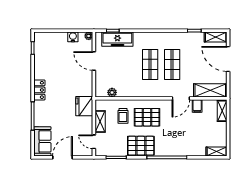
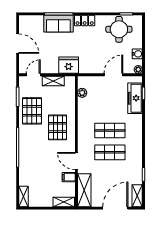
round table: (48, 55) -> (119, 29), added
trolley: (123, 116) -> (59, 104), removed
sofa: (42, 141) -> (58, 24), moved
pallet: (141, 146) -> (32, 111), moved

